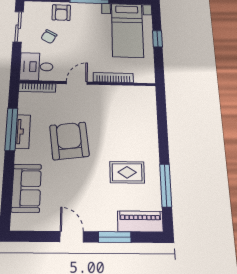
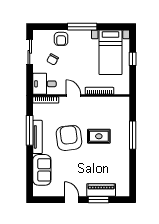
door: (77, 83) -> (73, 96), hinge flipped
tv unit: (23, 132) -> (38, 137), width x1.41
rug: (127, 172) -> (99, 136), moved
window: (166, 185) -> (133, 135), moved
piano: (140, 221) -> (101, 190), moved

